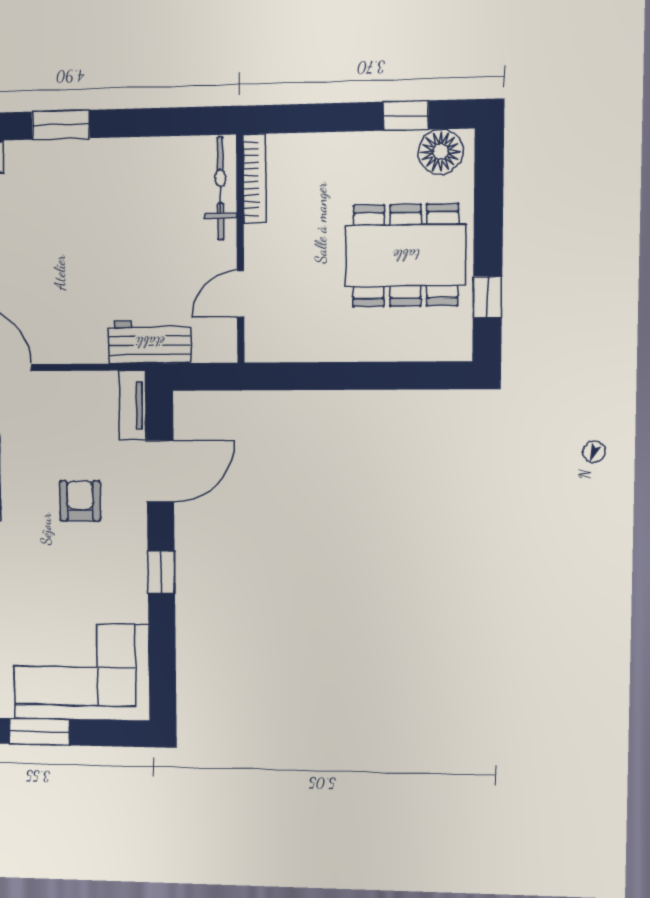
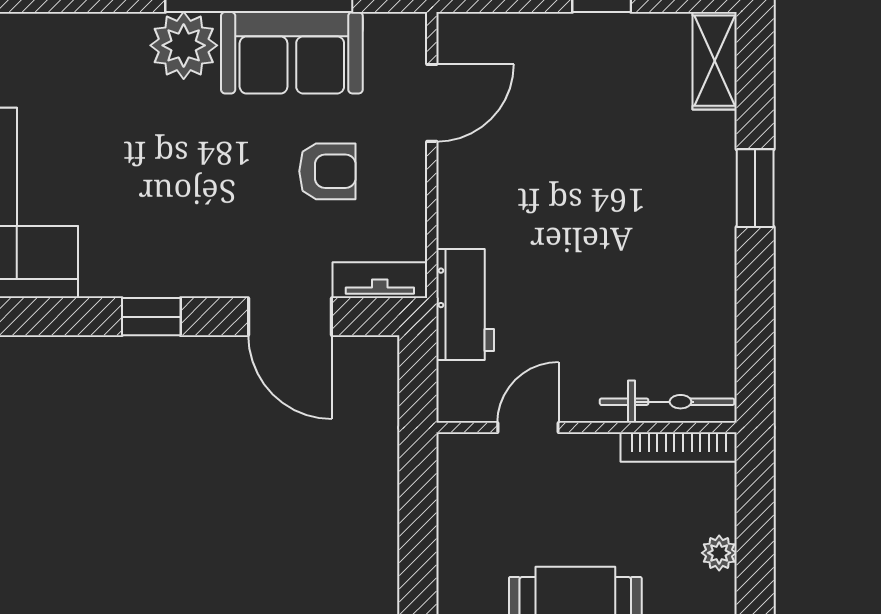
plant: (335, 146) -> (719, 553), added
door: (241, 294) -> (528, 428), hinge flipped
armchair: (80, 501) -> (327, 171), moved

